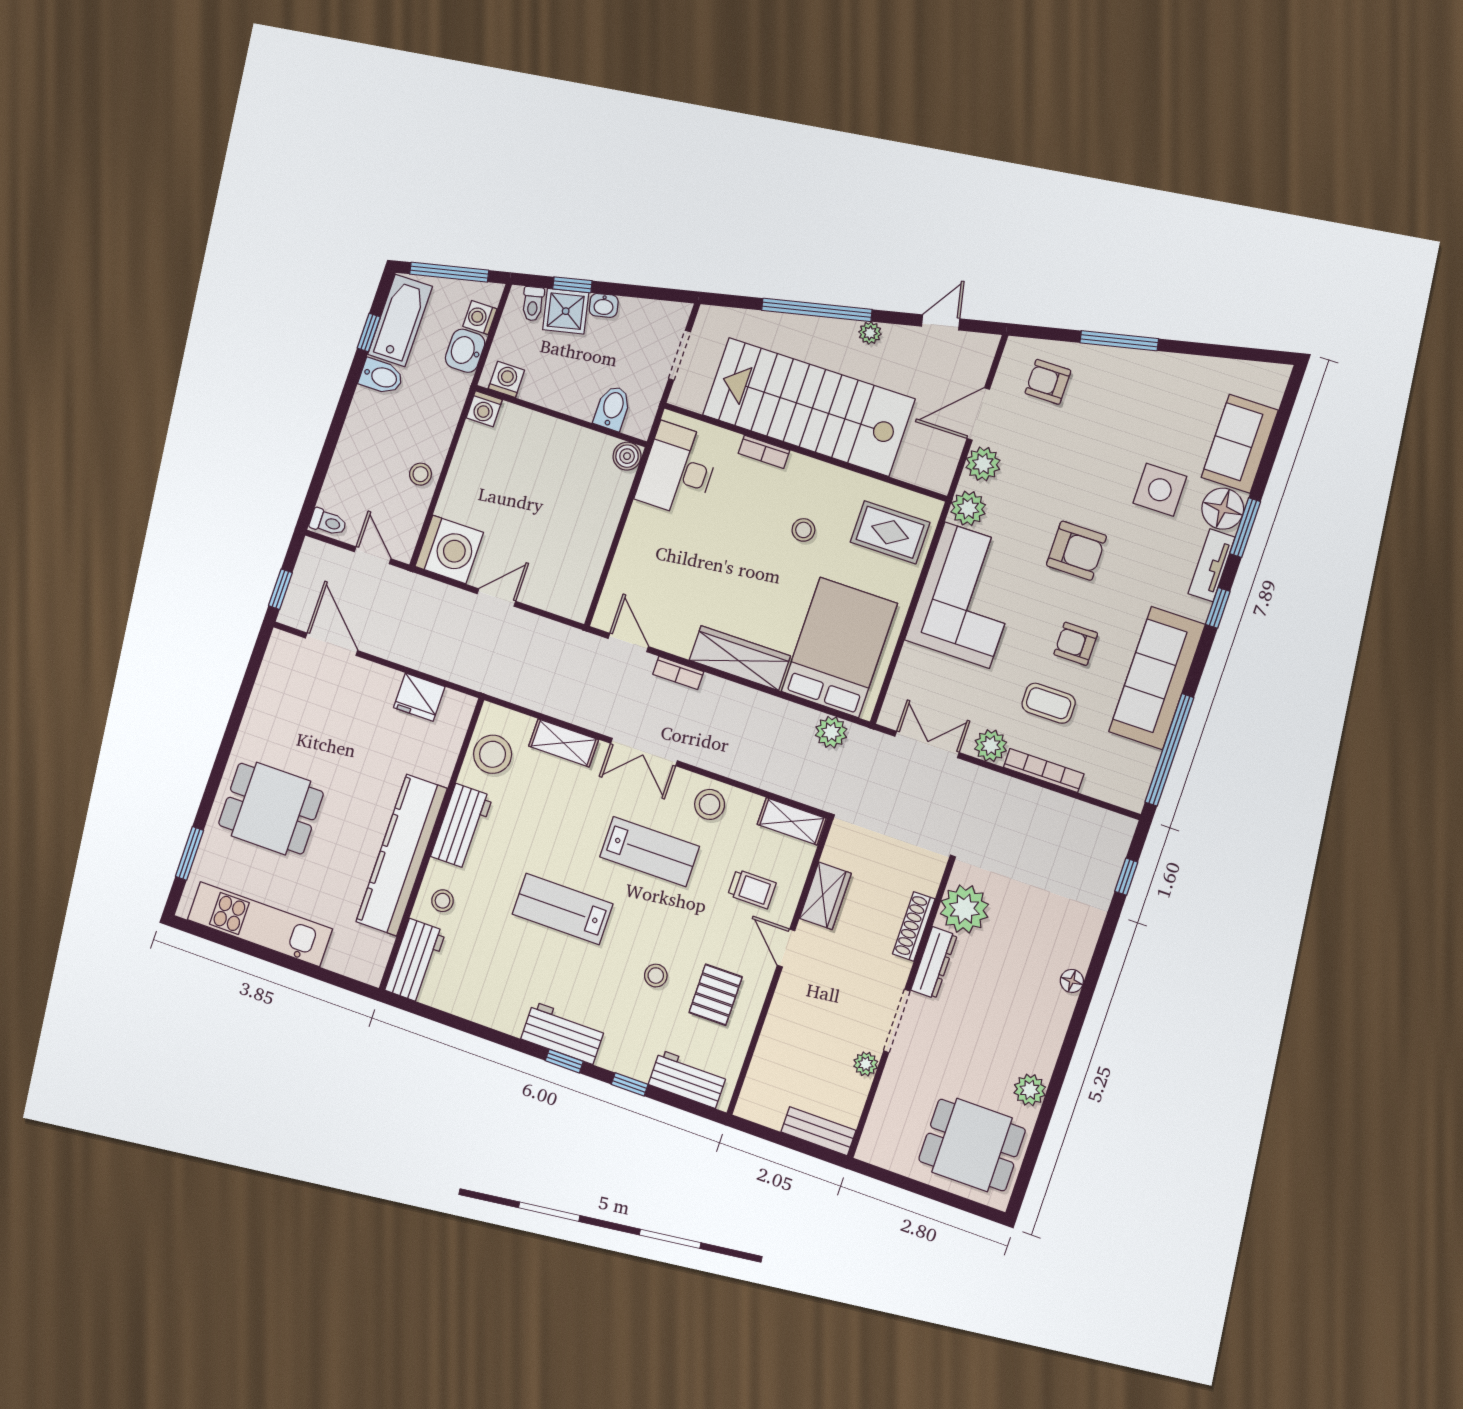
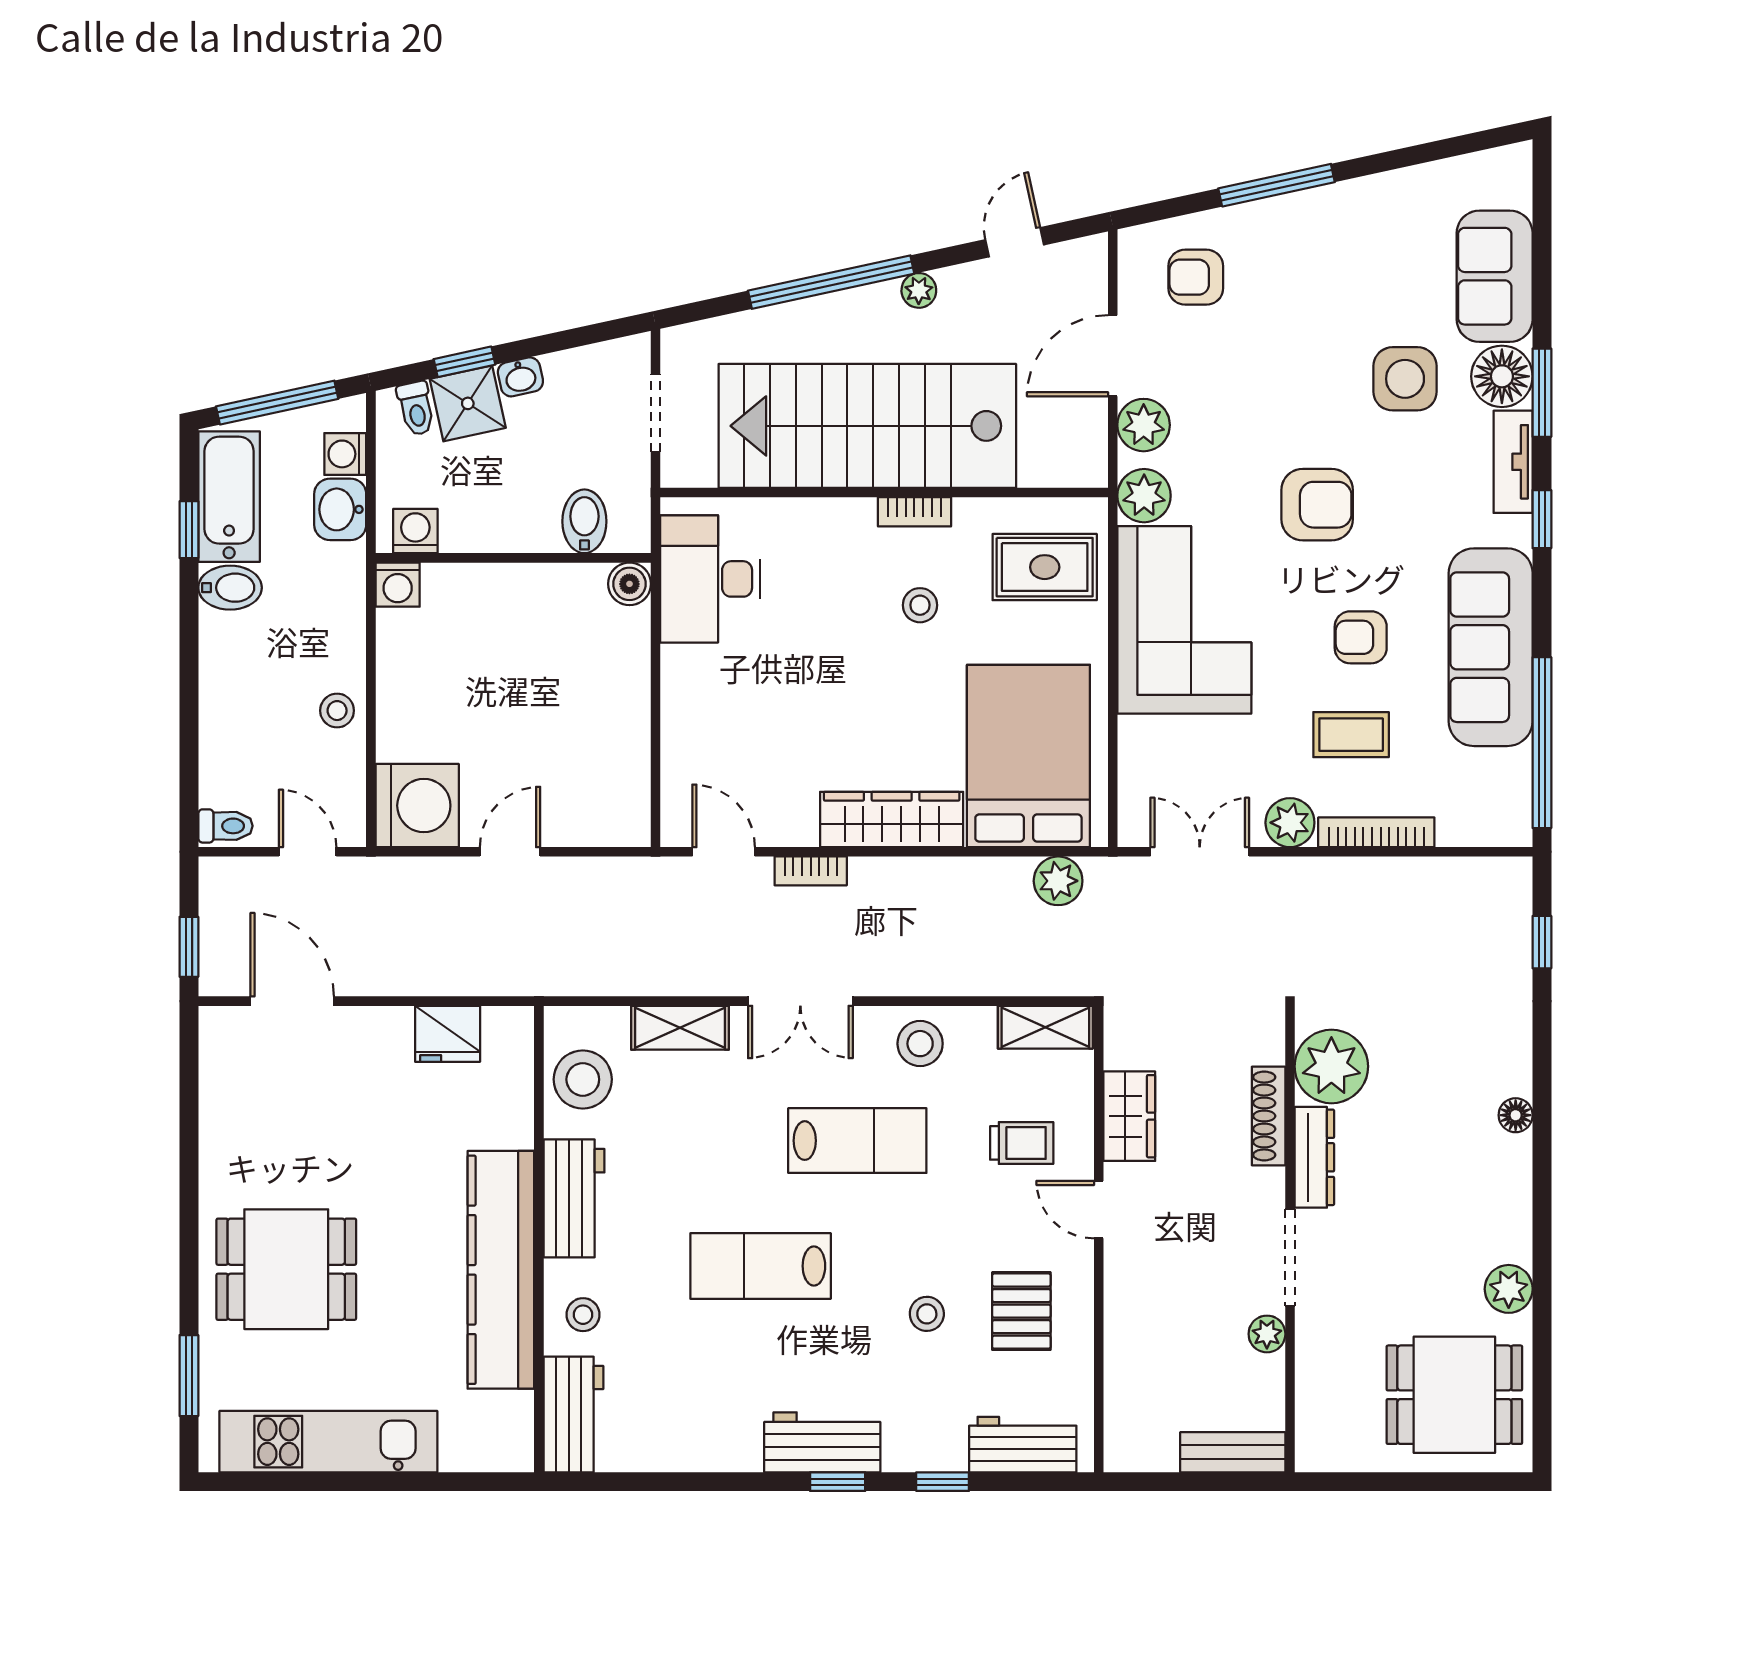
bookcase: (764, 452) -> (914, 512), moved

